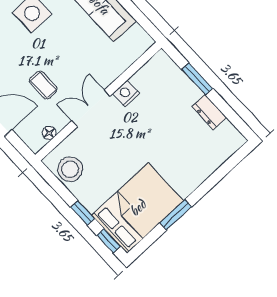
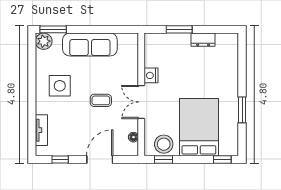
coffee table: (43, 85) -> (101, 100), moved
bed: (138, 208) -> (199, 127), moved
window: (83, 213) -> (163, 160), moved

